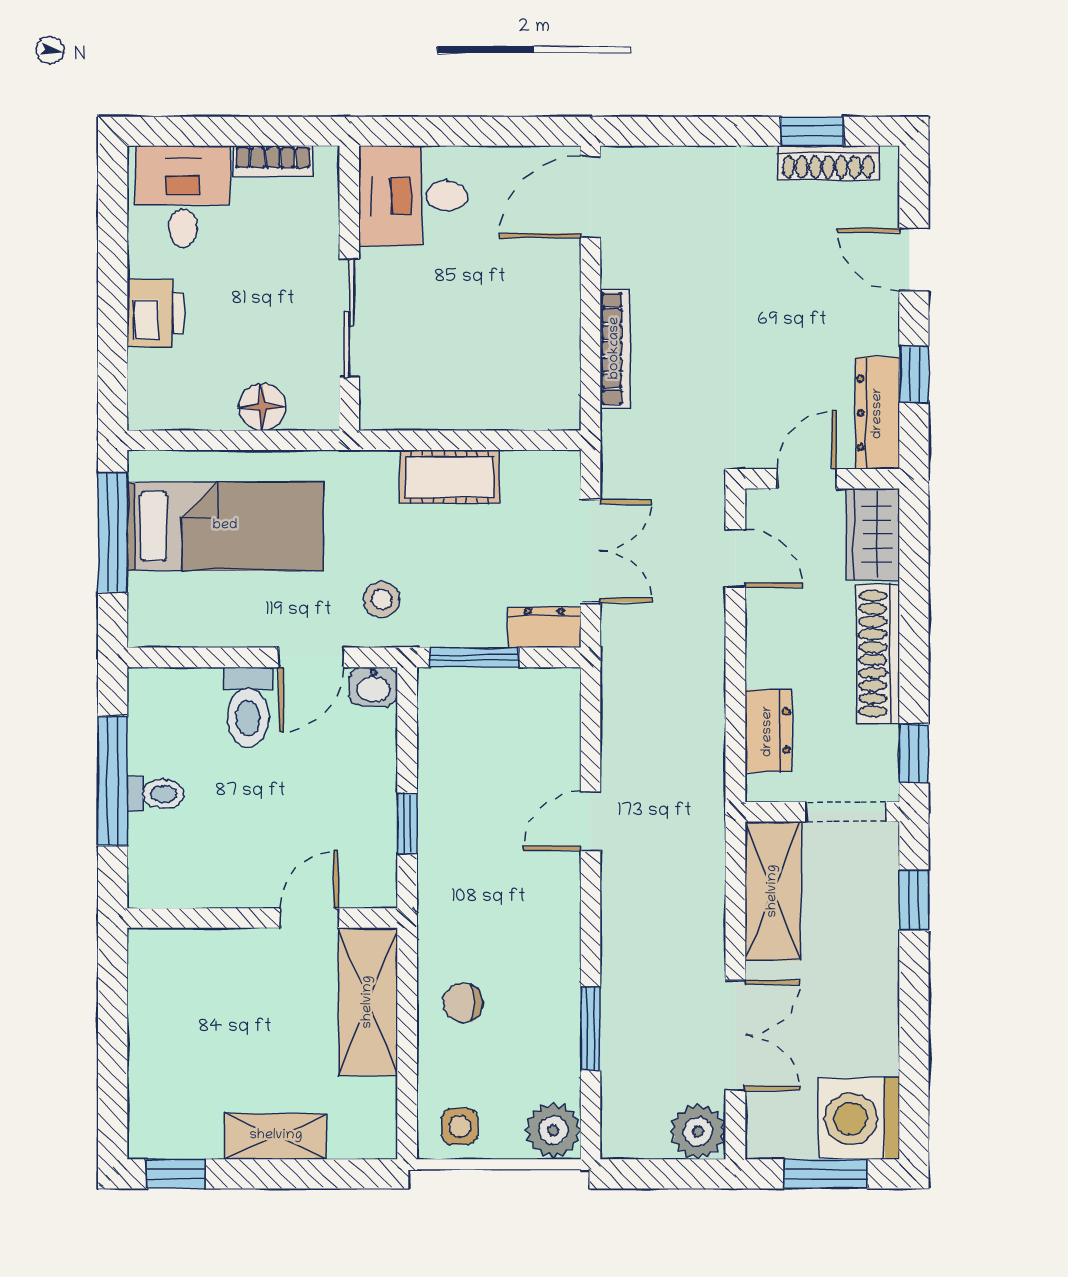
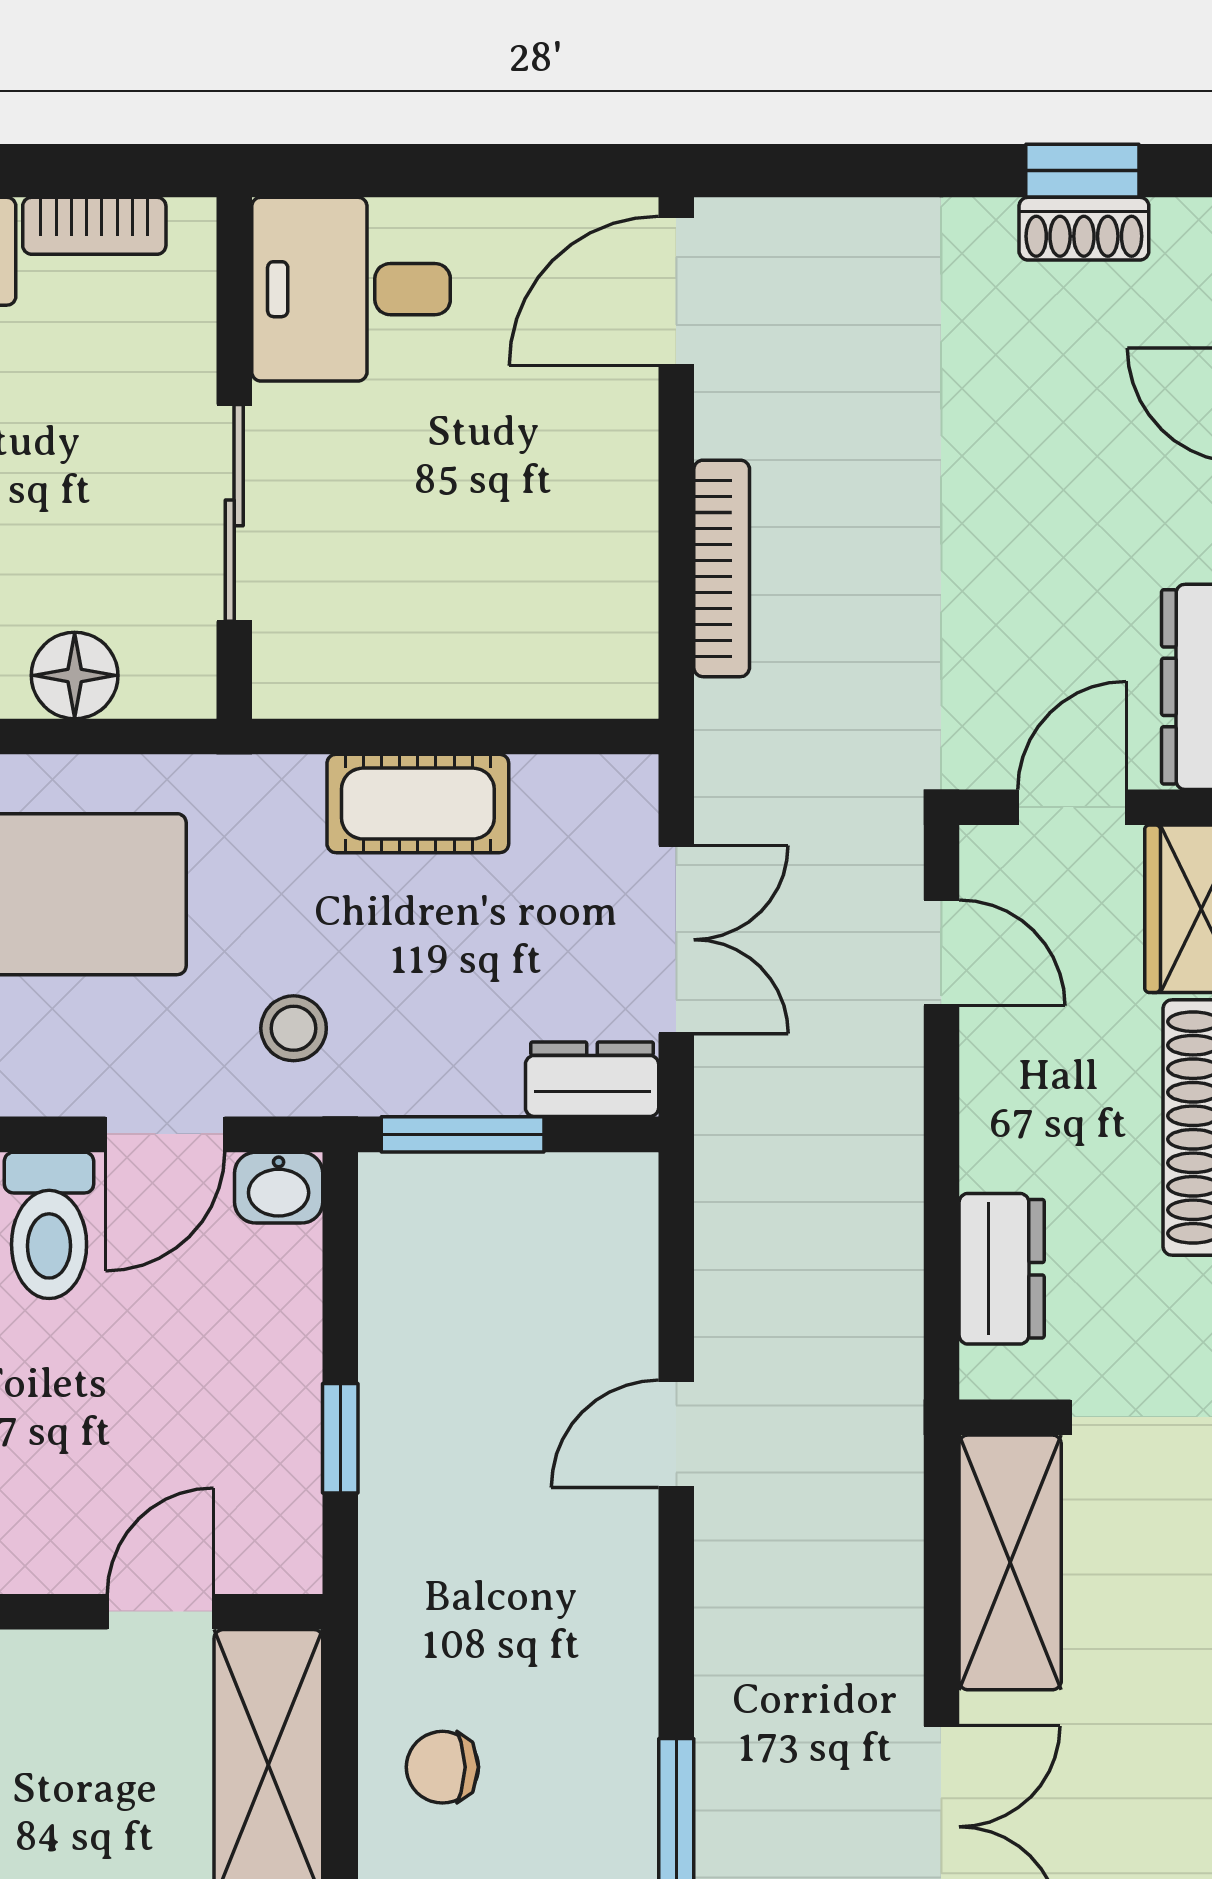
shoe rack: (828, 163) -> (1084, 229), width x0.70

